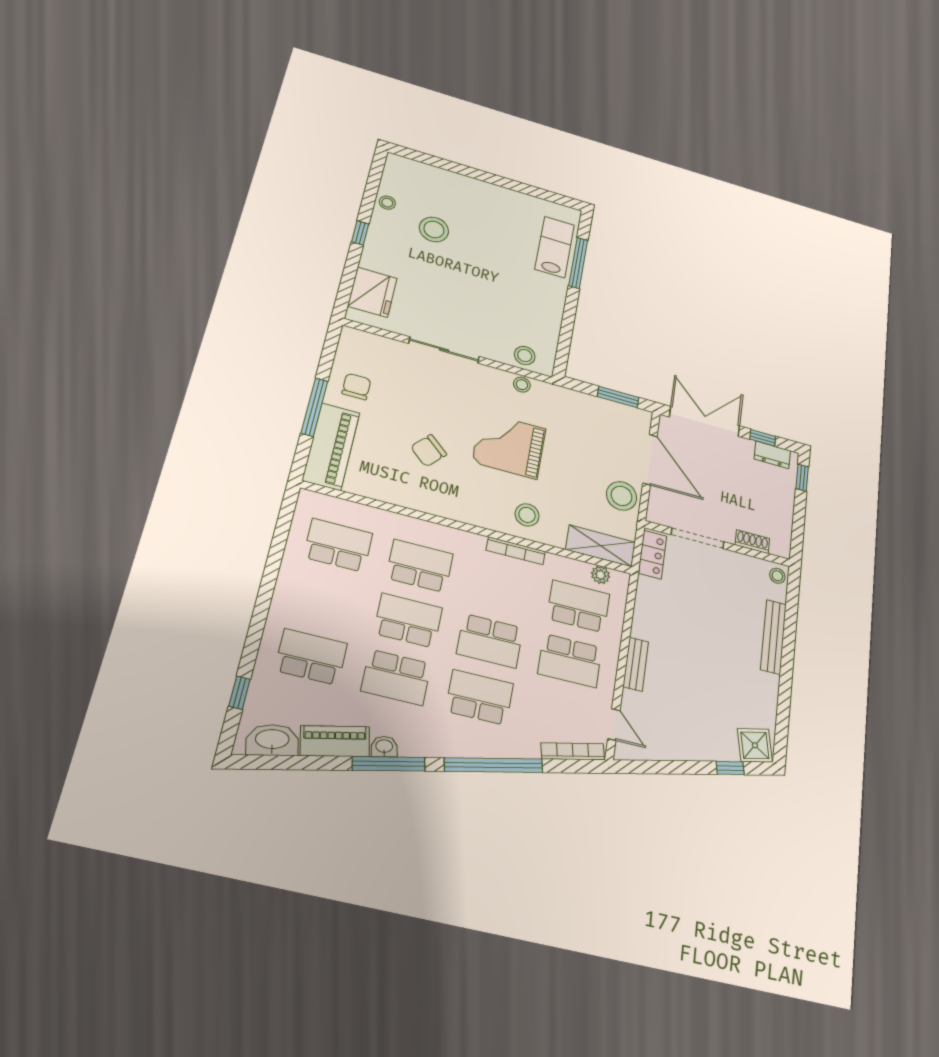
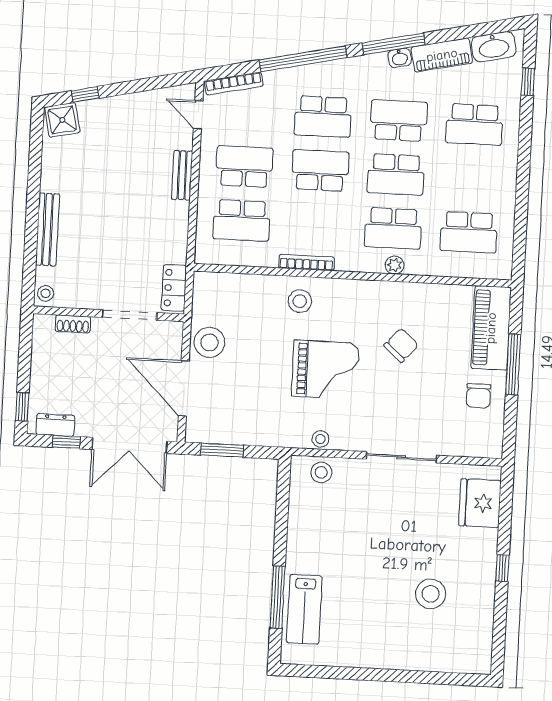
stool: (387, 203) -> (482, 612), removed
shelving: (601, 546) -> (226, 286), removed
plant: (601, 575) -> (395, 265), moved

